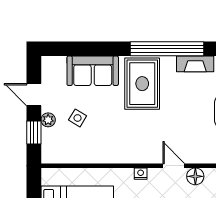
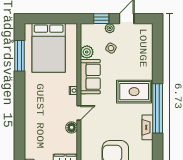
sofa: (93, 71) -> (90, 77), moved, turned 180
plant: (83, 154) -> (87, 52), added

